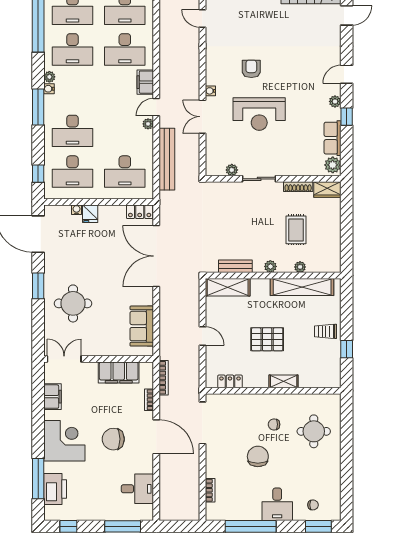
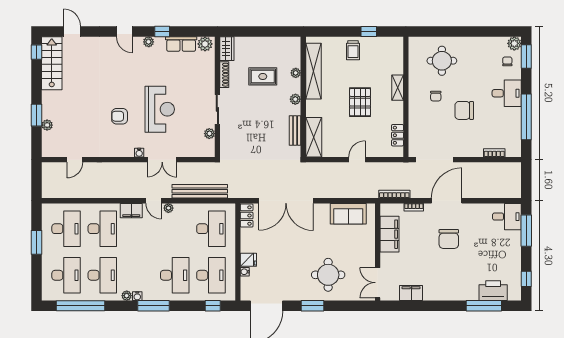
corner desk: (64, 441) -> (450, 283), removed
desk: (137, 489) -> (507, 217), moved, turned 90
plant: (333, 513) -> (514, 43), added

